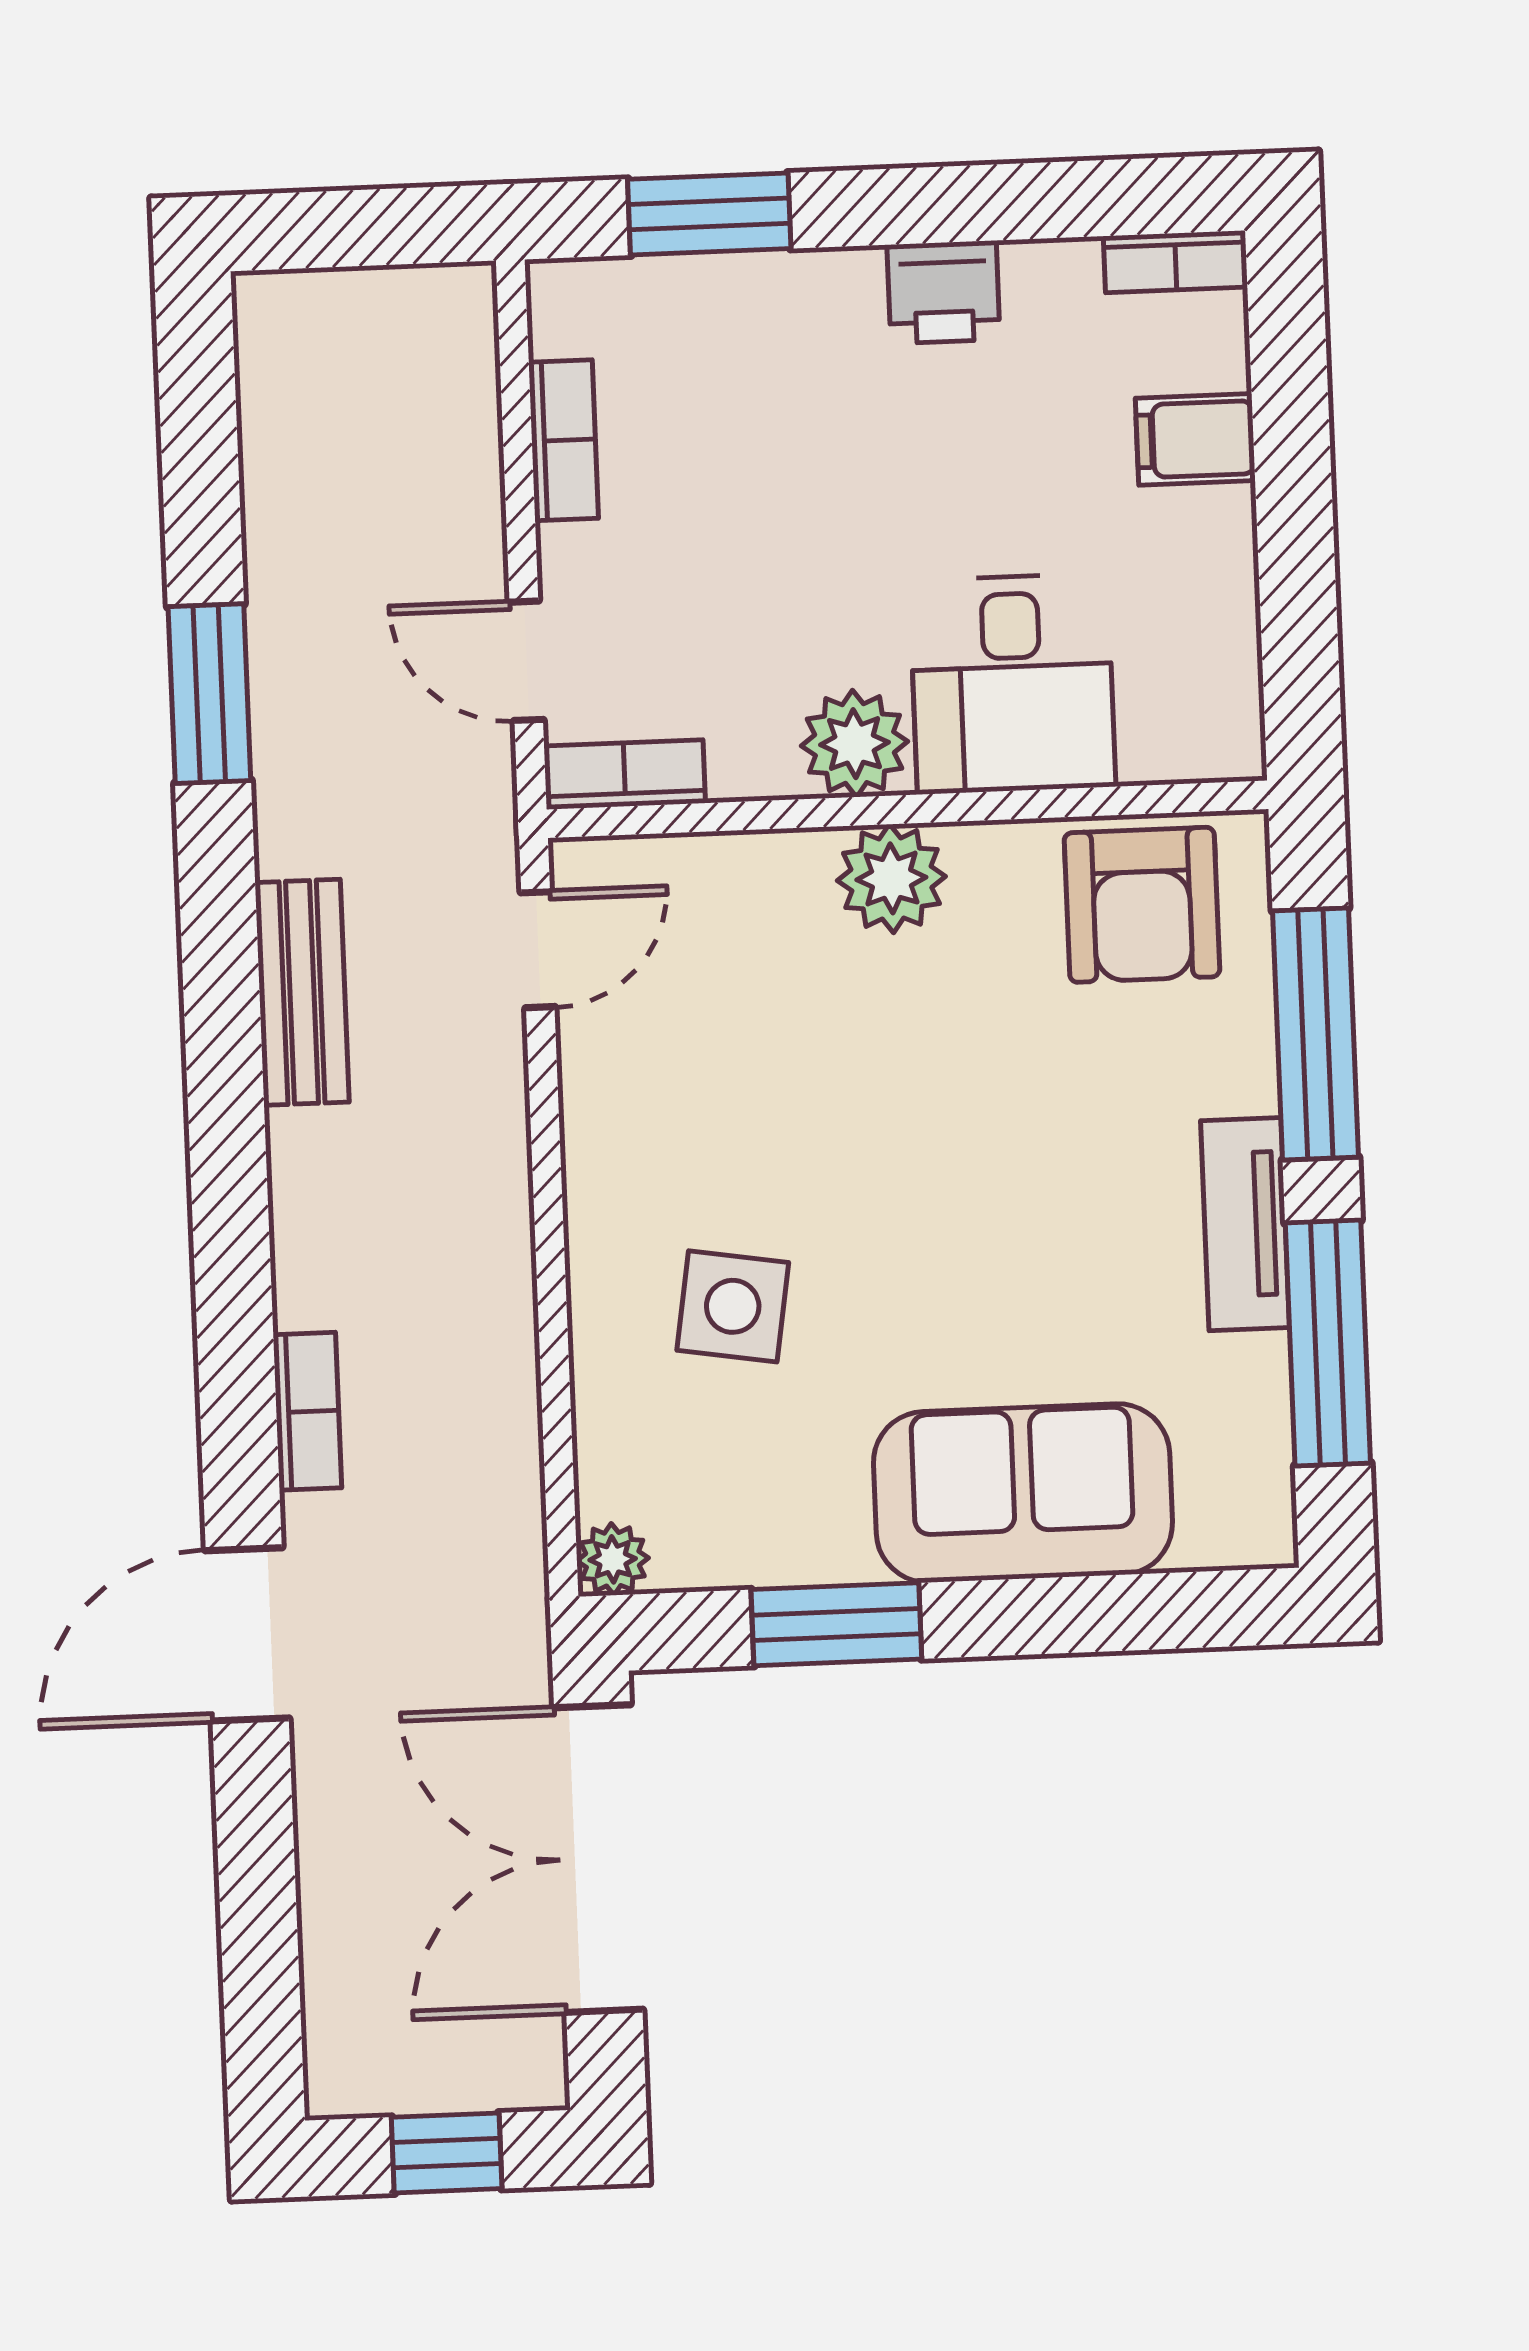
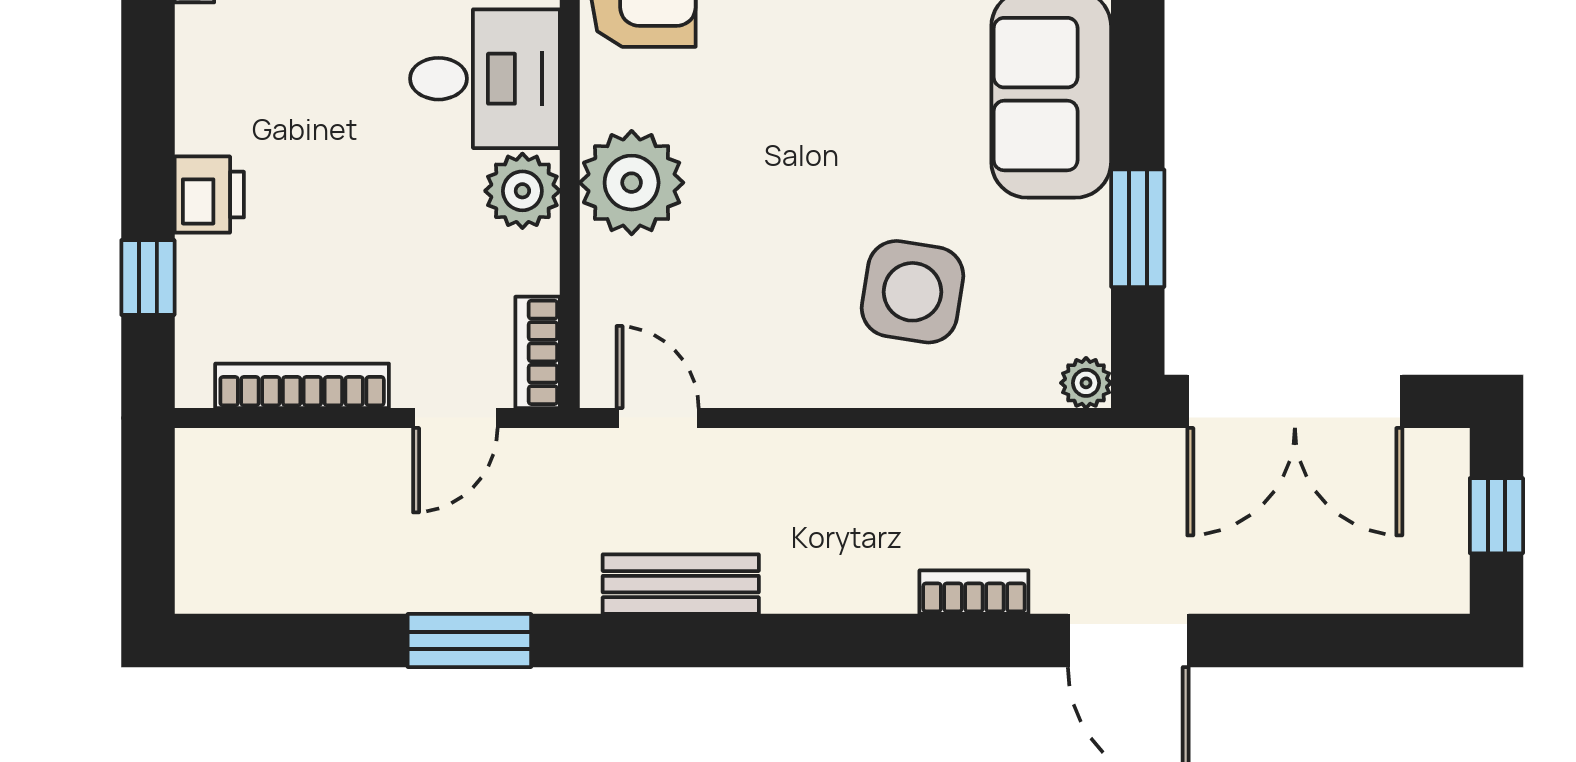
window: (709, 214) -> (148, 278), width x0.67
printer: (943, 292) -> (209, 195), moved
bookcase: (563, 440) -> (302, 386), width x1.56
plant: (891, 878) -> (632, 183), width x1.36, depth x1.36
side table: (733, 1306) -> (912, 292), width x1.37, depth x1.37

